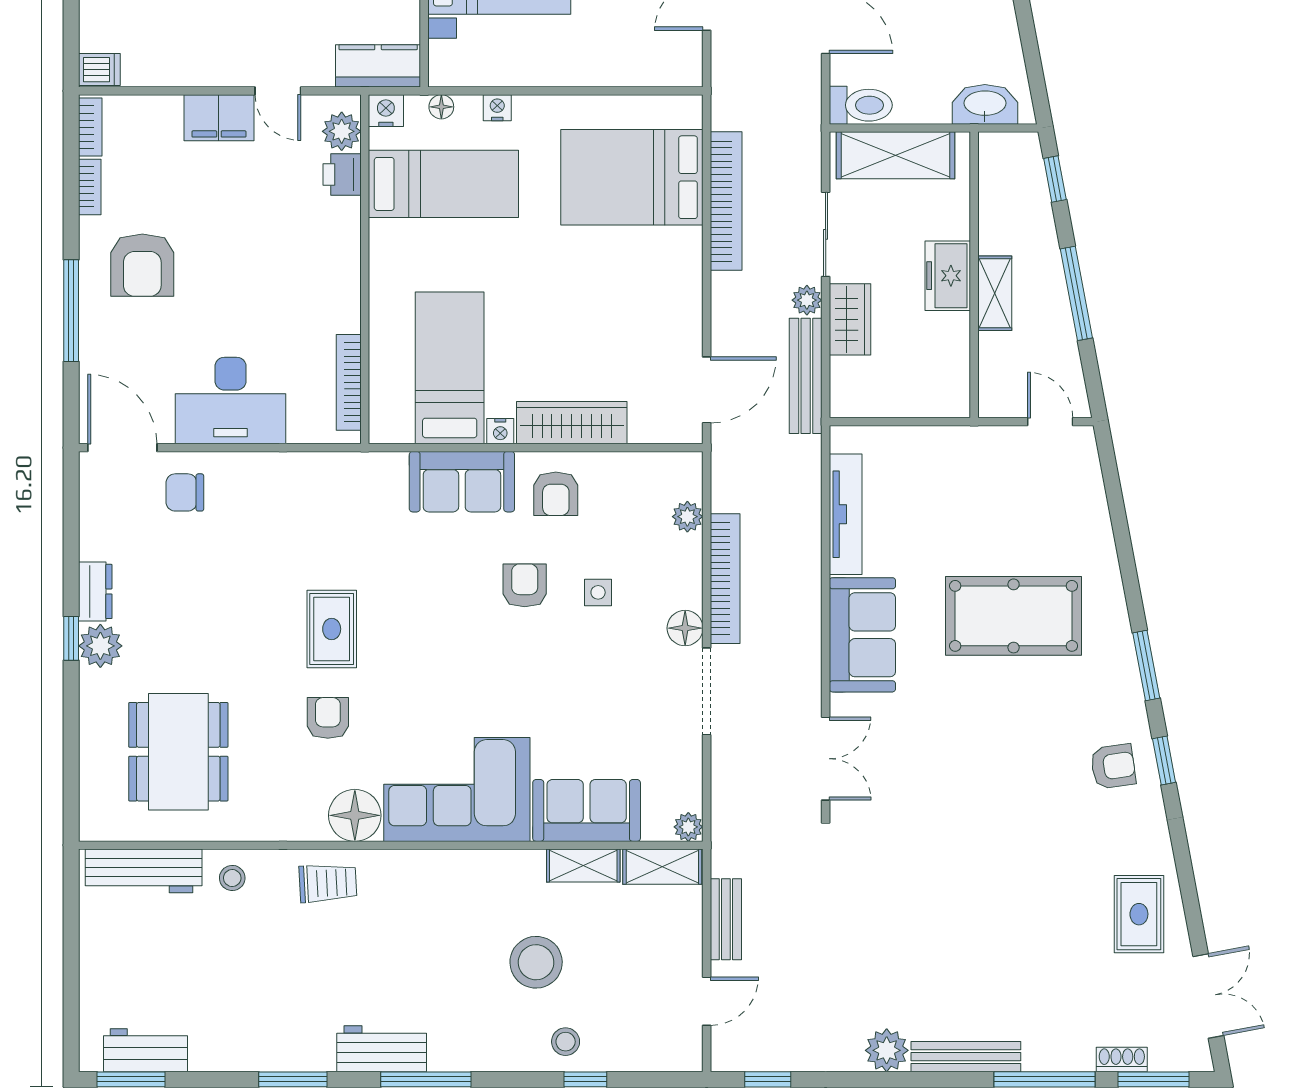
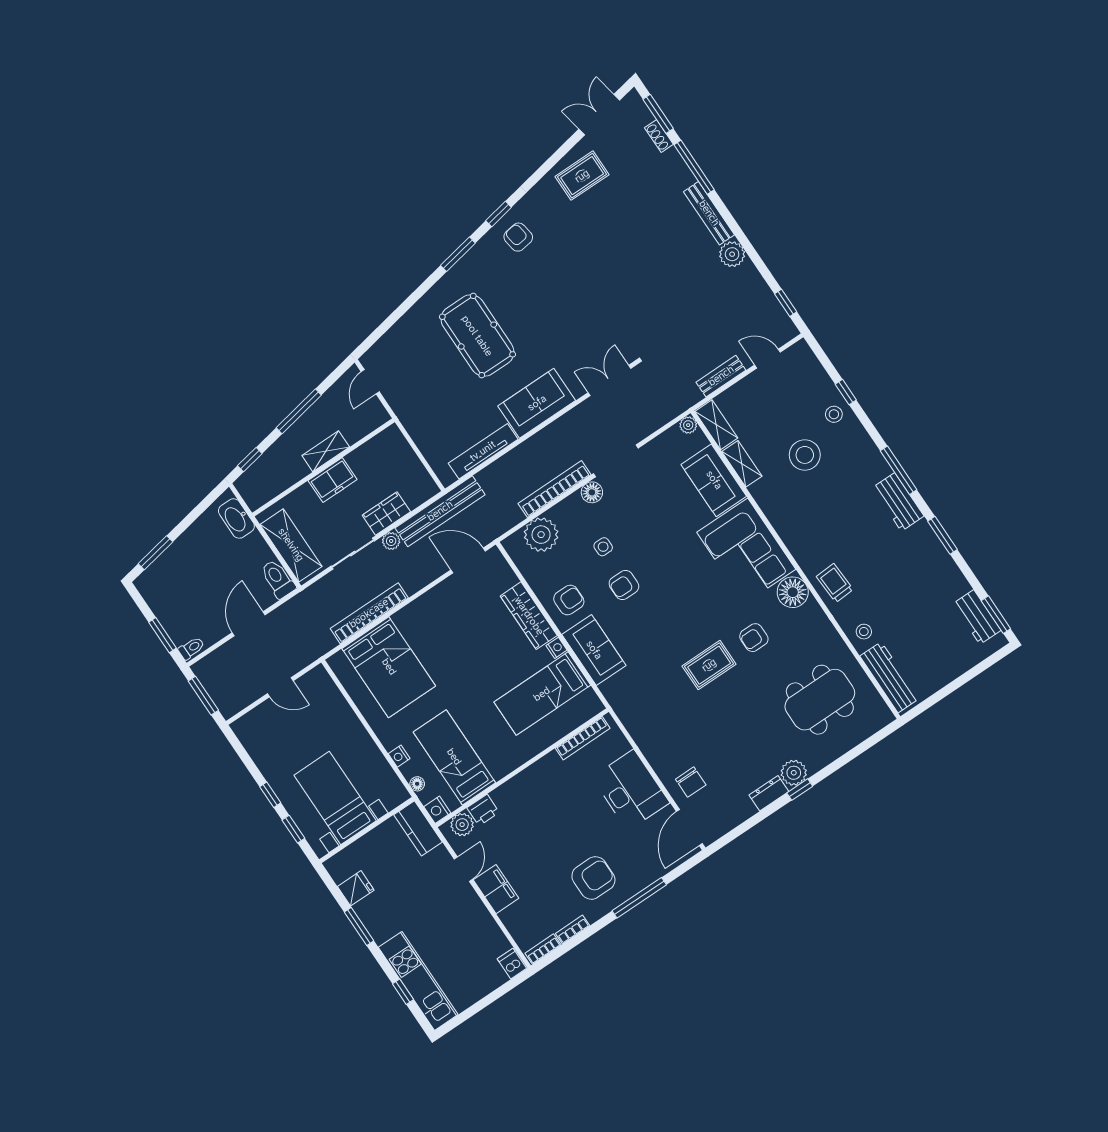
bench: (806, 376) -> (440, 511), width x1.37, depth x1.21
plant: (687, 517) -> (541, 535), width x1.88, depth x1.88

